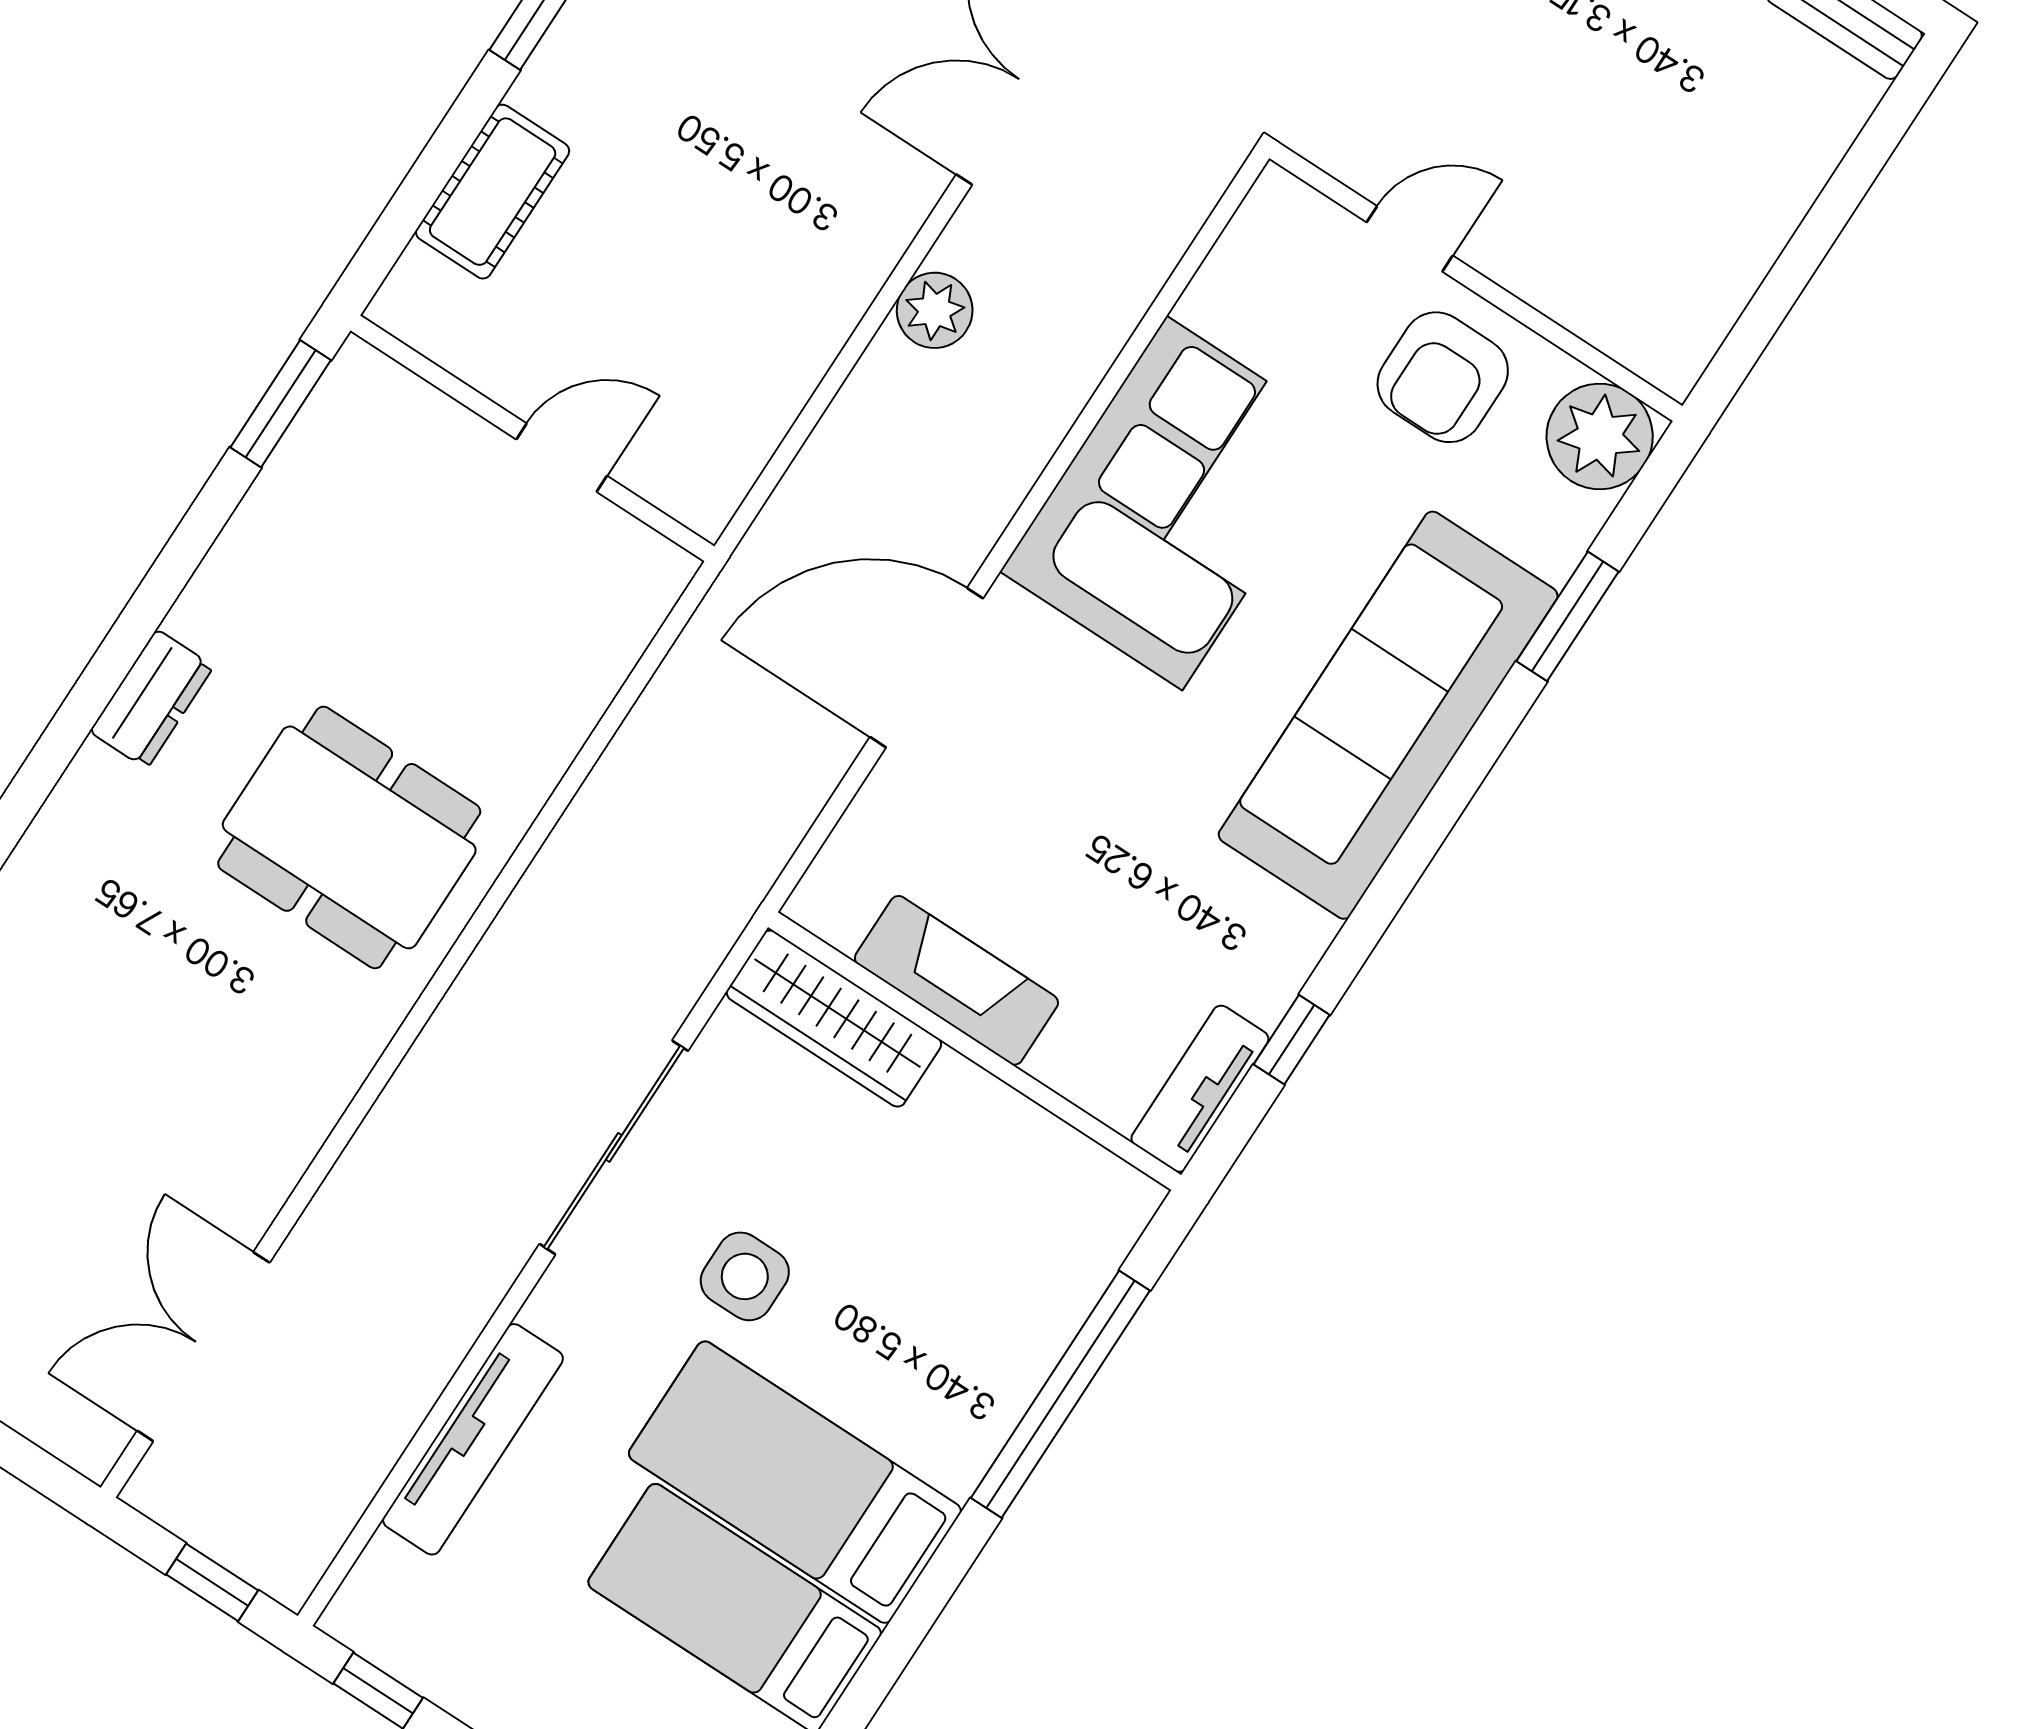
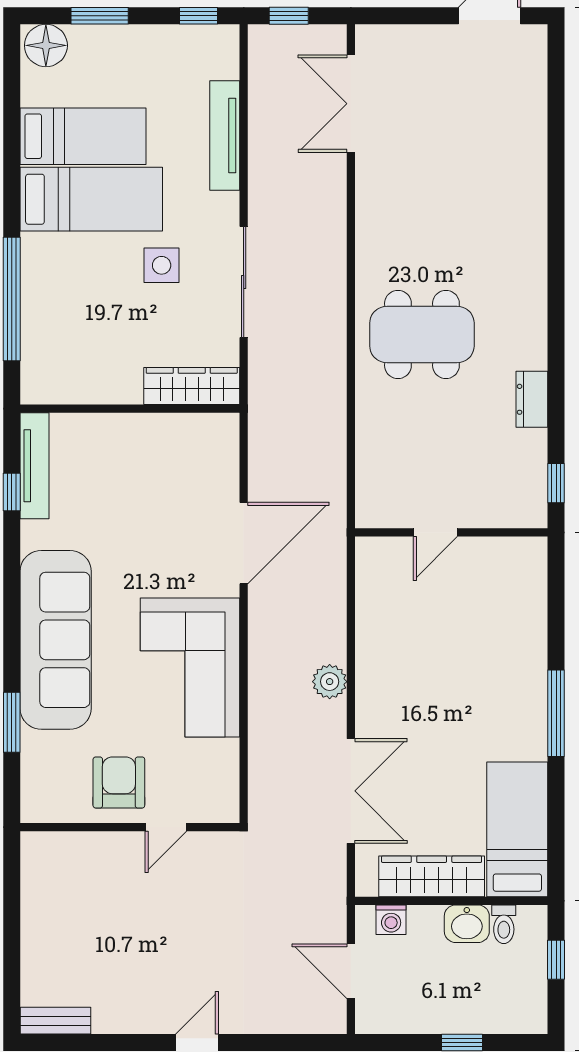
cot: (493, 192) -> (528, 617), removed
window: (281, 404) -> (556, 483), width x0.67
plant: (1600, 436) -> (44, 799), removed
dresser: (152, 699) -> (532, 399), moved
fireplace: (956, 980) -> (154, 431), removed
tv unit: (1200, 1089) -> (34, 466), width x1.41
double door: (203, 1347) -> (351, 104), swing flipped

